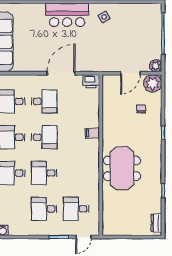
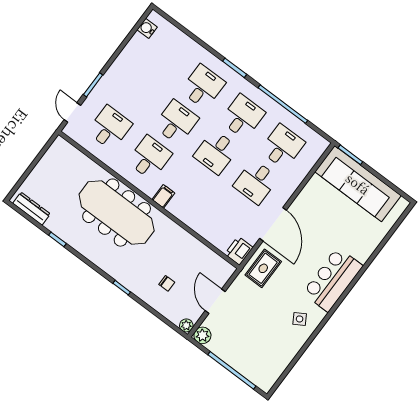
rug: (91, 60) -> (263, 268), added
plant: (153, 83) -> (186, 325), width x0.53, depth x0.53
filing cabinet: (92, 133) -> (163, 196), moved
meeting table: (122, 168) -> (117, 213), width x1.36
desk: (44, 209) -> (150, 158), moved
dresser: (156, 223) -> (31, 209), width x1.44

